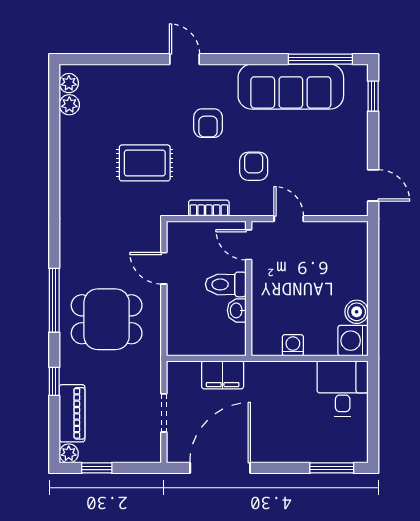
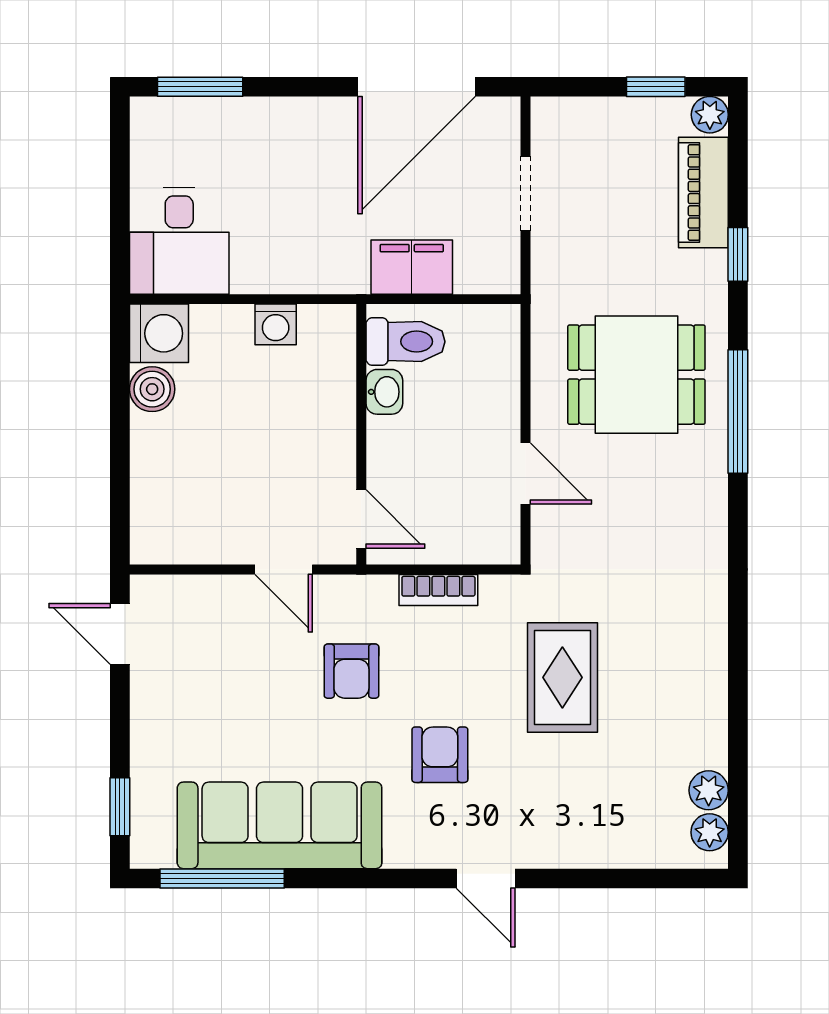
rug: (145, 163) -> (562, 677), turned 90
toilet: (226, 284) -> (406, 342), moved

